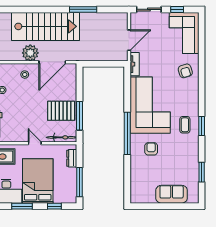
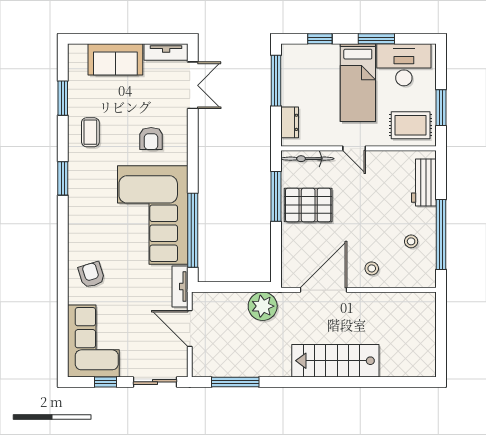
window: (83, 9) -> (235, 382), moved
stairs: (45, 26) -> (335, 361), width x0.73, depth x0.66
door: (129, 40) -> (190, 328), hinge flipped
plant: (30, 53) -> (263, 306), moved
coffee table: (185, 125) -> (90, 132), moved
window: (127, 133) -> (193, 230), moved
double door: (127, 179) -> (193, 85), added
bed: (38, 181) -> (358, 83), width x0.67
tv unit: (143, 198) -> (166, 52), added

